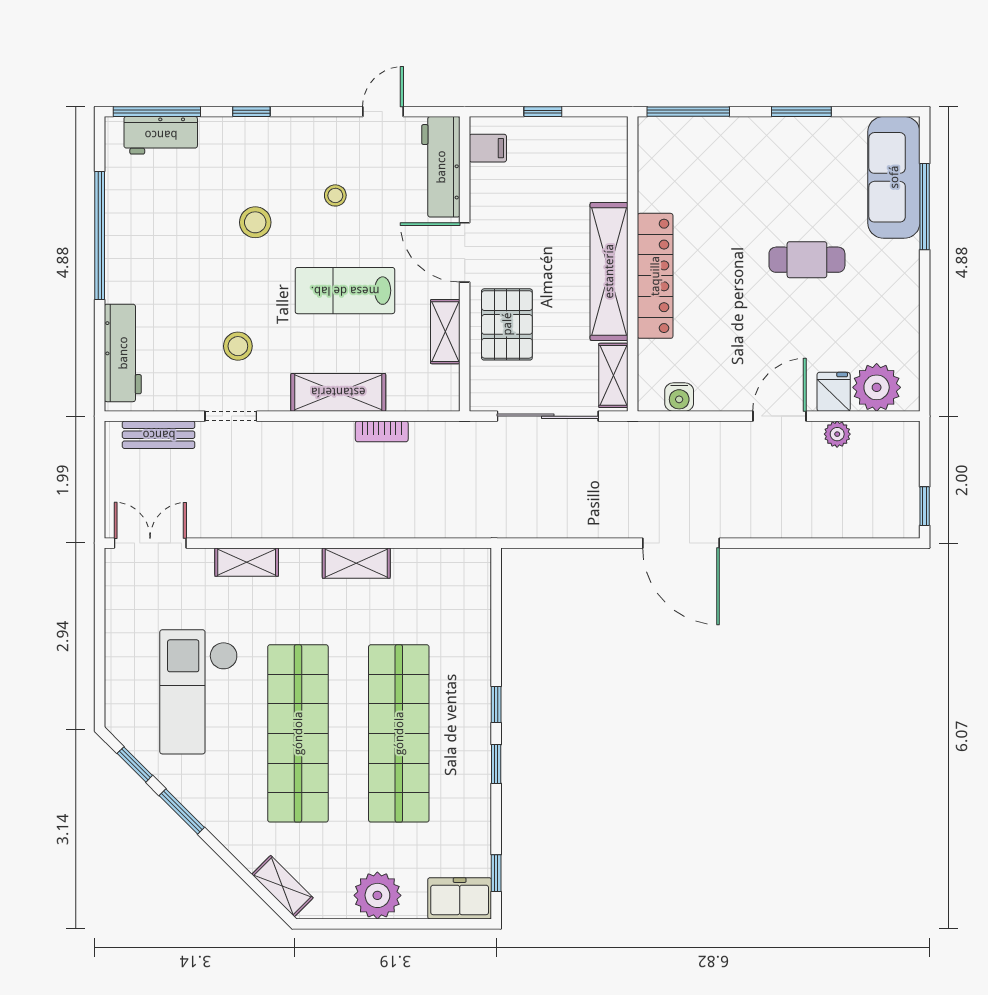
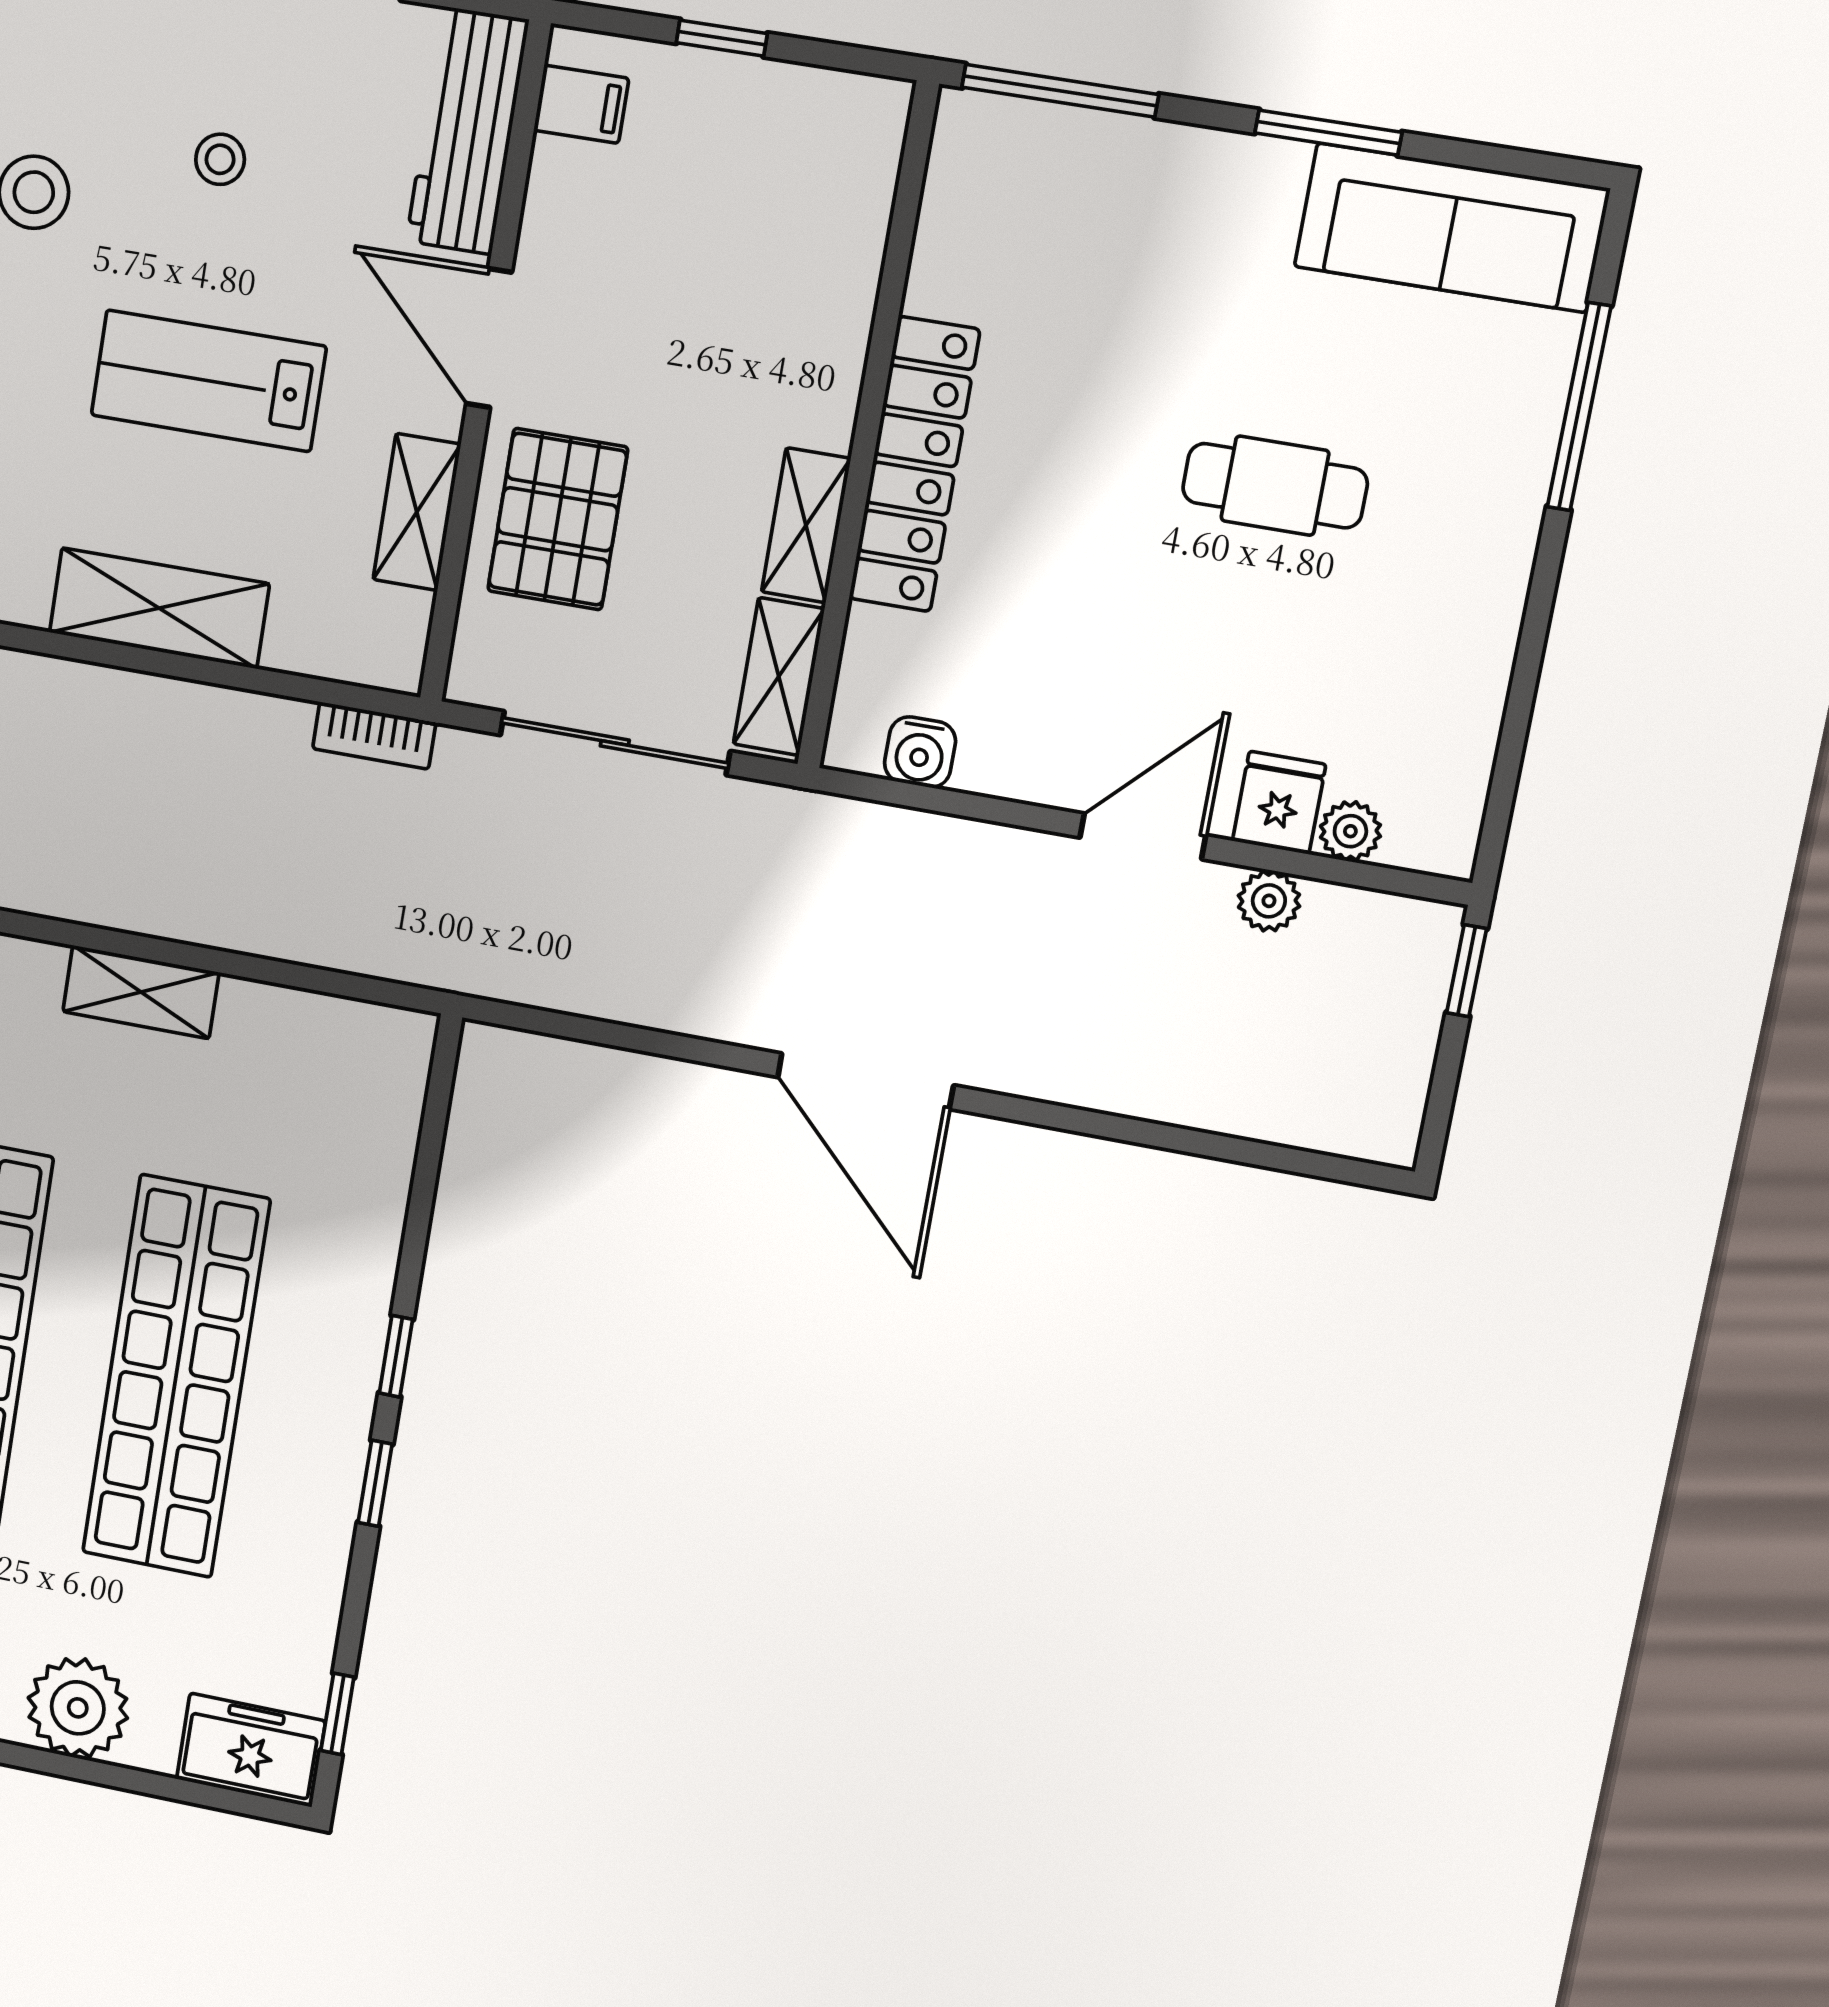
sofa: (894, 177) -> (1451, 228), moved, turned -90
shelving: (609, 271) -> (806, 525), width x0.45, depth x0.75
plant: (877, 387) -> (1350, 831), width x0.53, depth x0.53
bookcase: (382, 431) -> (374, 736), moved
window: (925, 506) -> (1467, 971), moved

